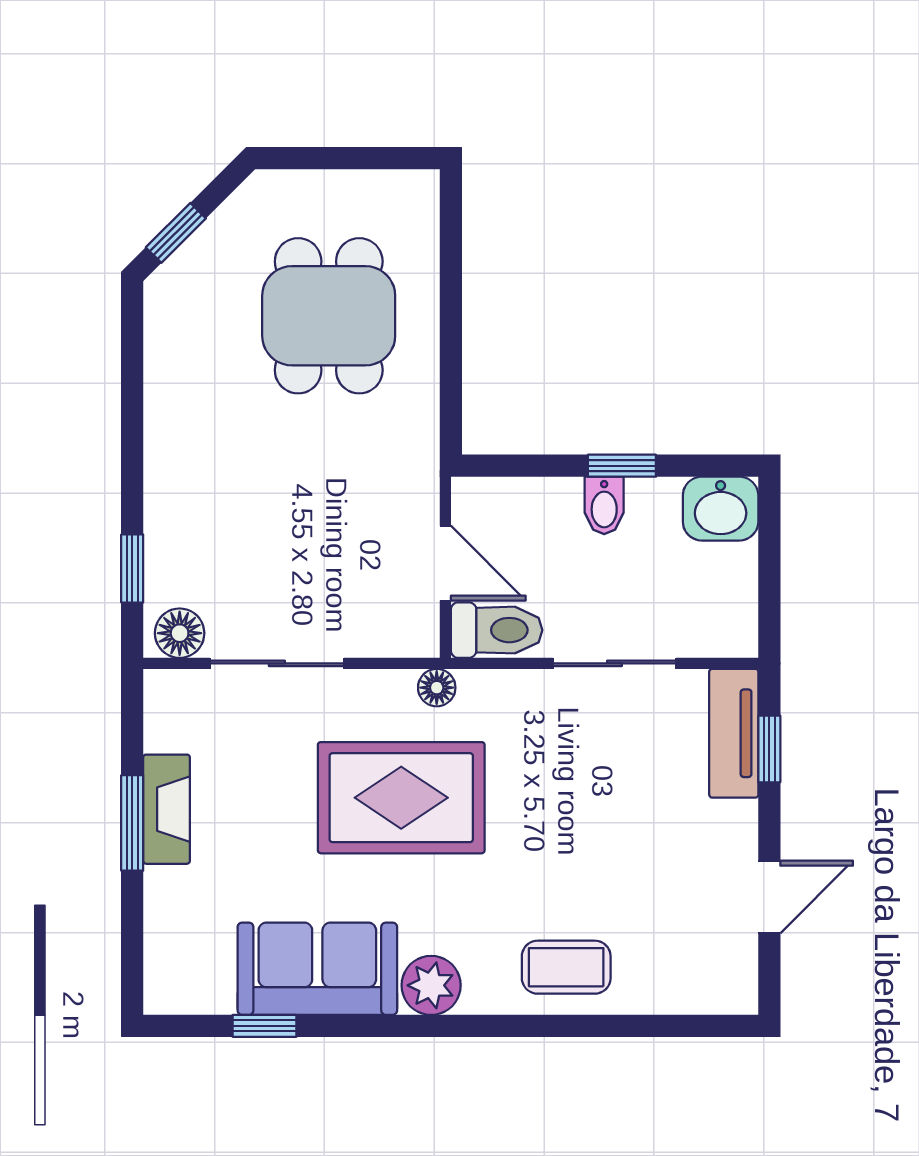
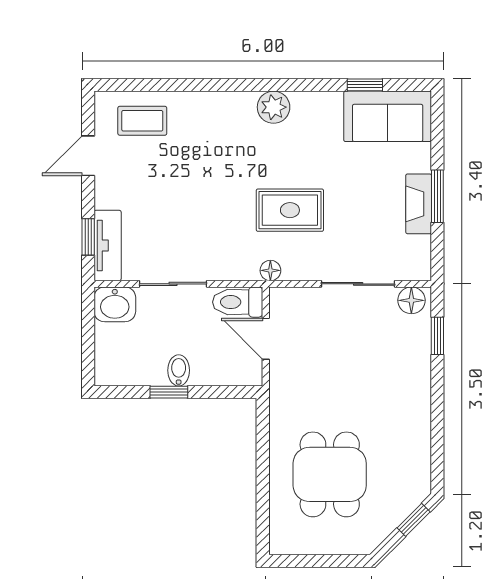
washbasin: (721, 509) -> (115, 304), moved, turned 180
rug: (401, 798) -> (290, 210), width x0.73, depth x0.70
coffee table: (566, 967) -> (142, 121), moved
sofa: (317, 969) -> (388, 116), moved

